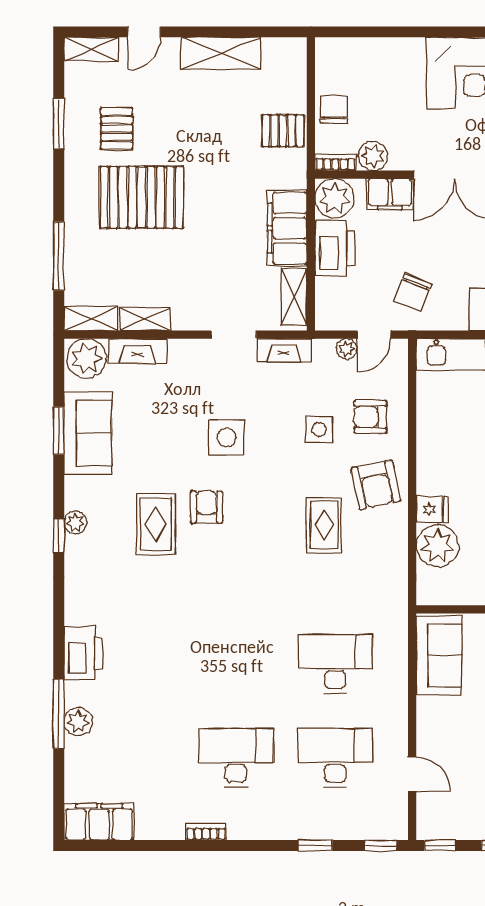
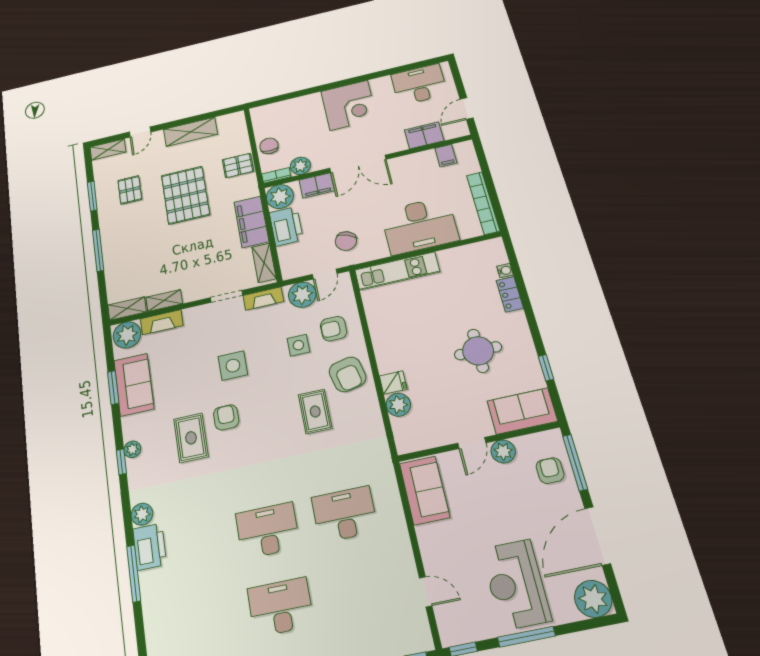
pallet: (142, 197) -> (185, 195), moved, turned 90
window: (59, 256) -> (98, 250), moved
plant: (347, 349) -> (302, 295), width x1.88, depth x1.88
plant: (437, 546) -> (398, 405), width x0.73, depth x0.73
window: (59, 714) -> (134, 573), moved
plant: (78, 722) -> (142, 514), moved
desk: (335, 758) -> (268, 530), moved

